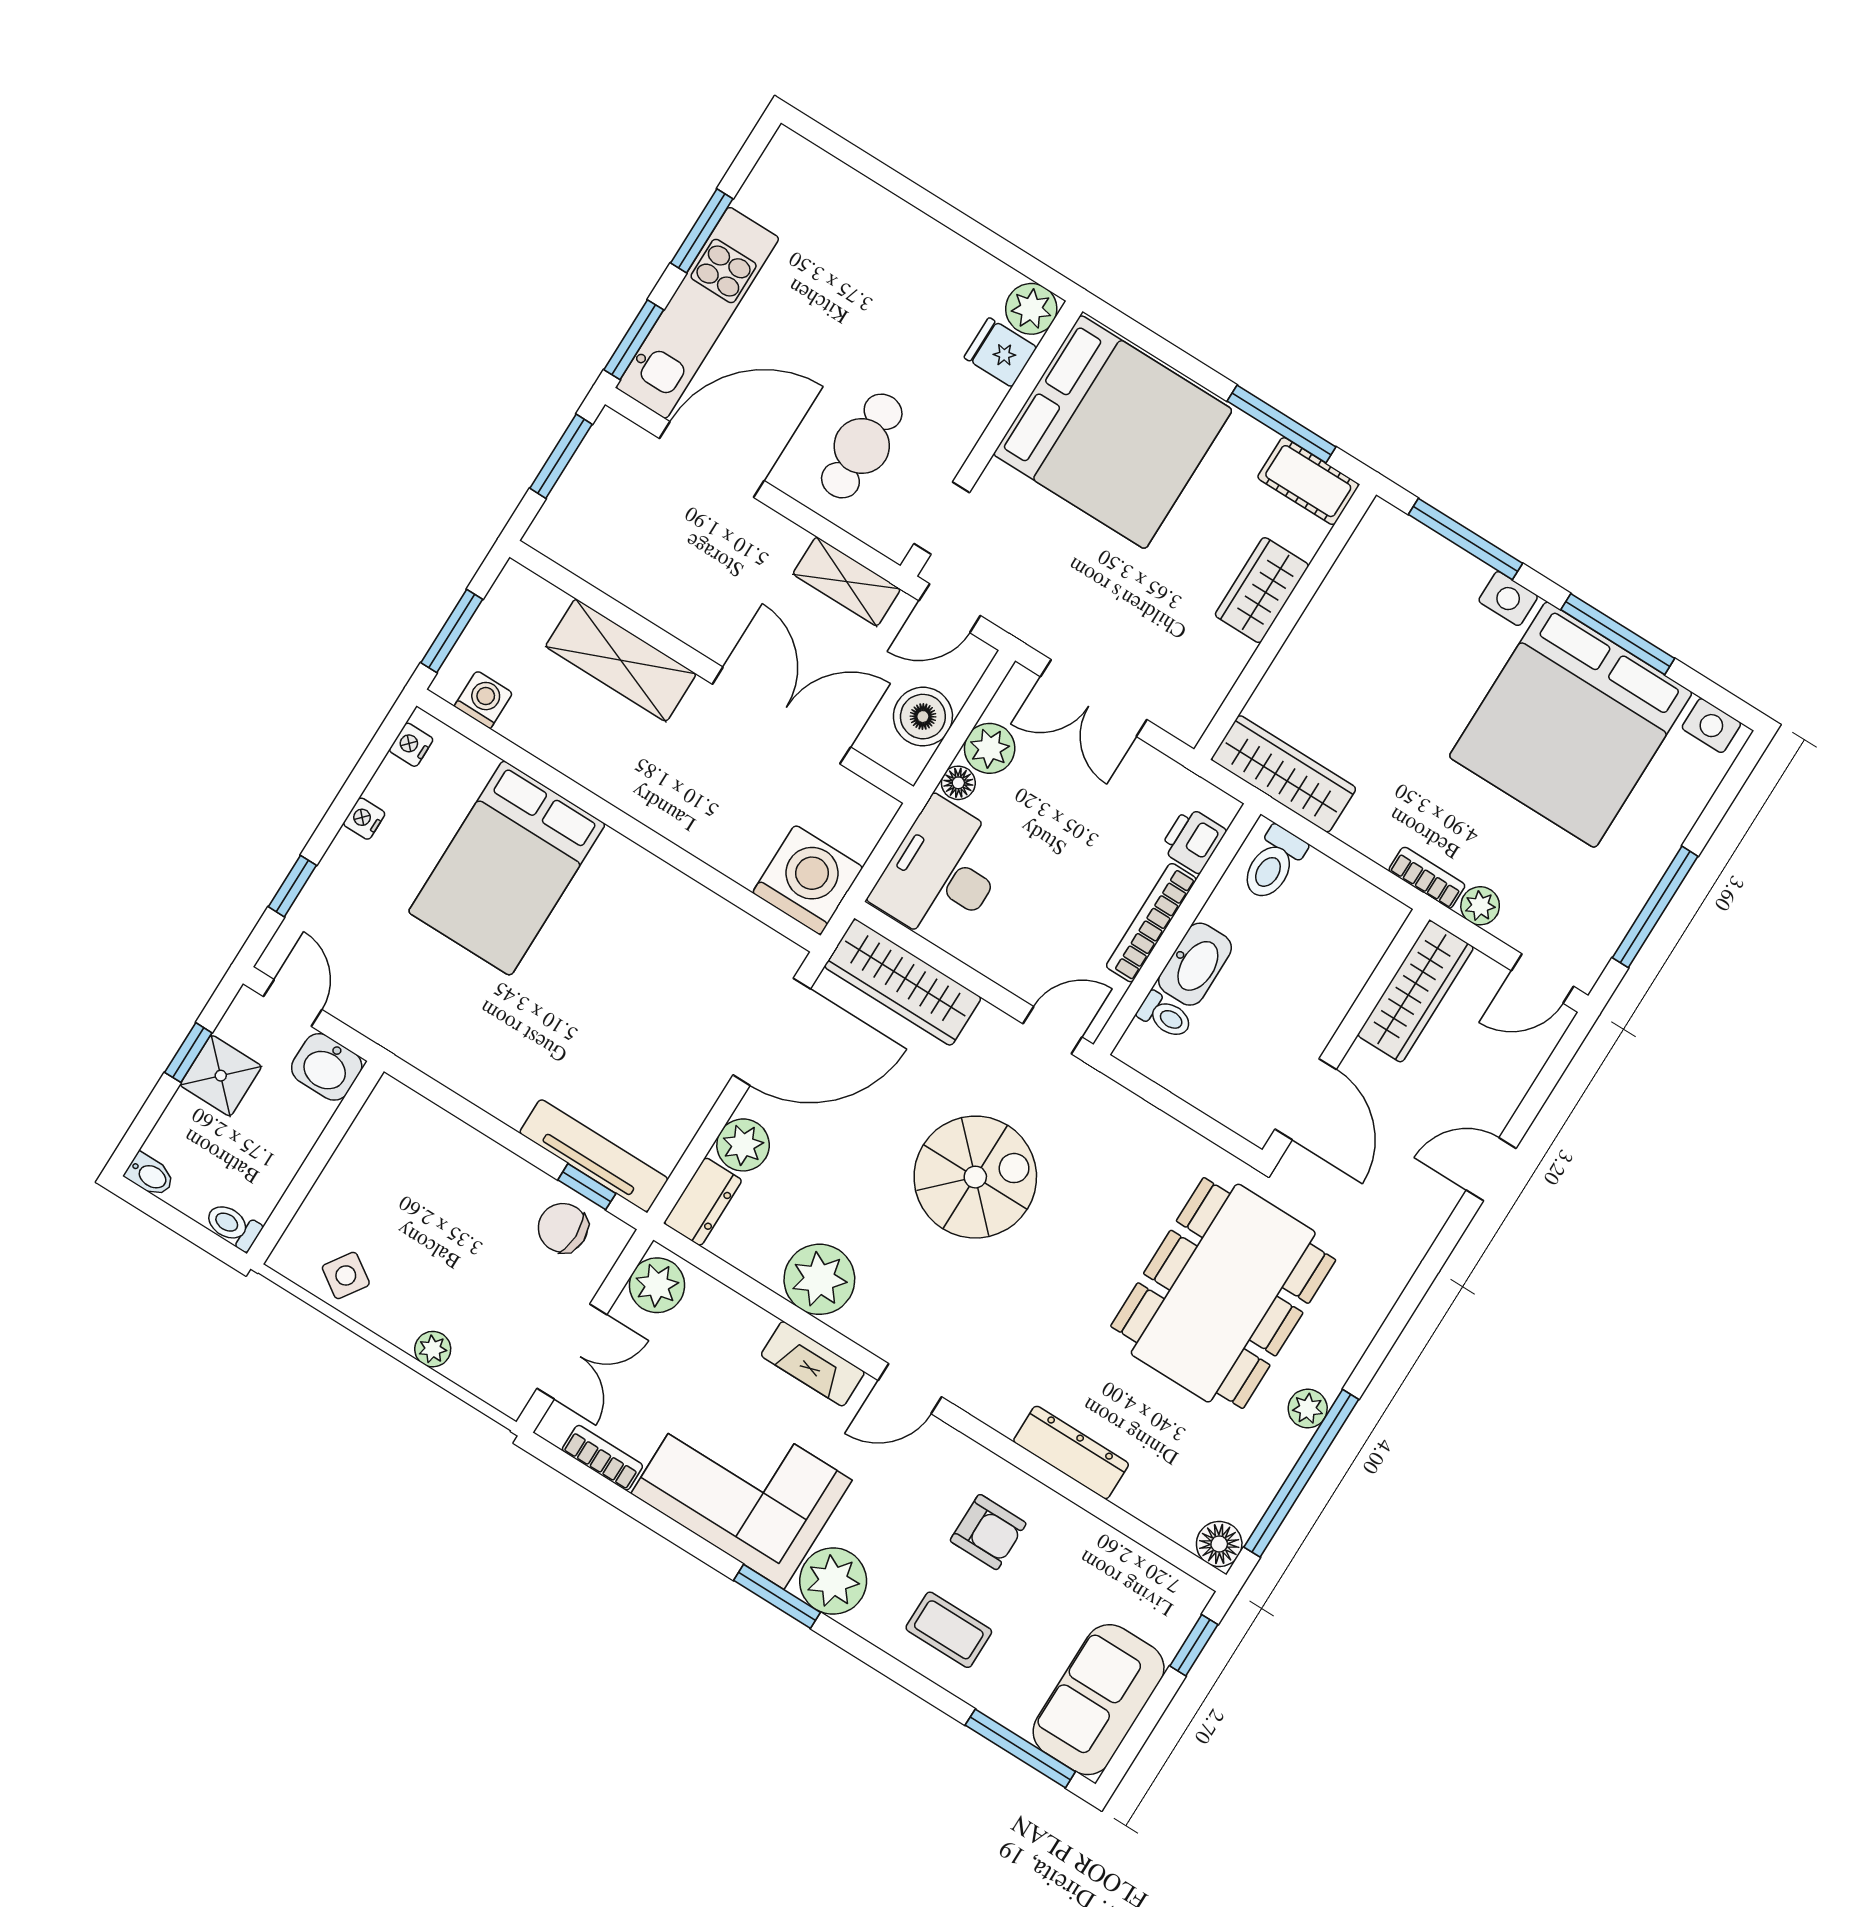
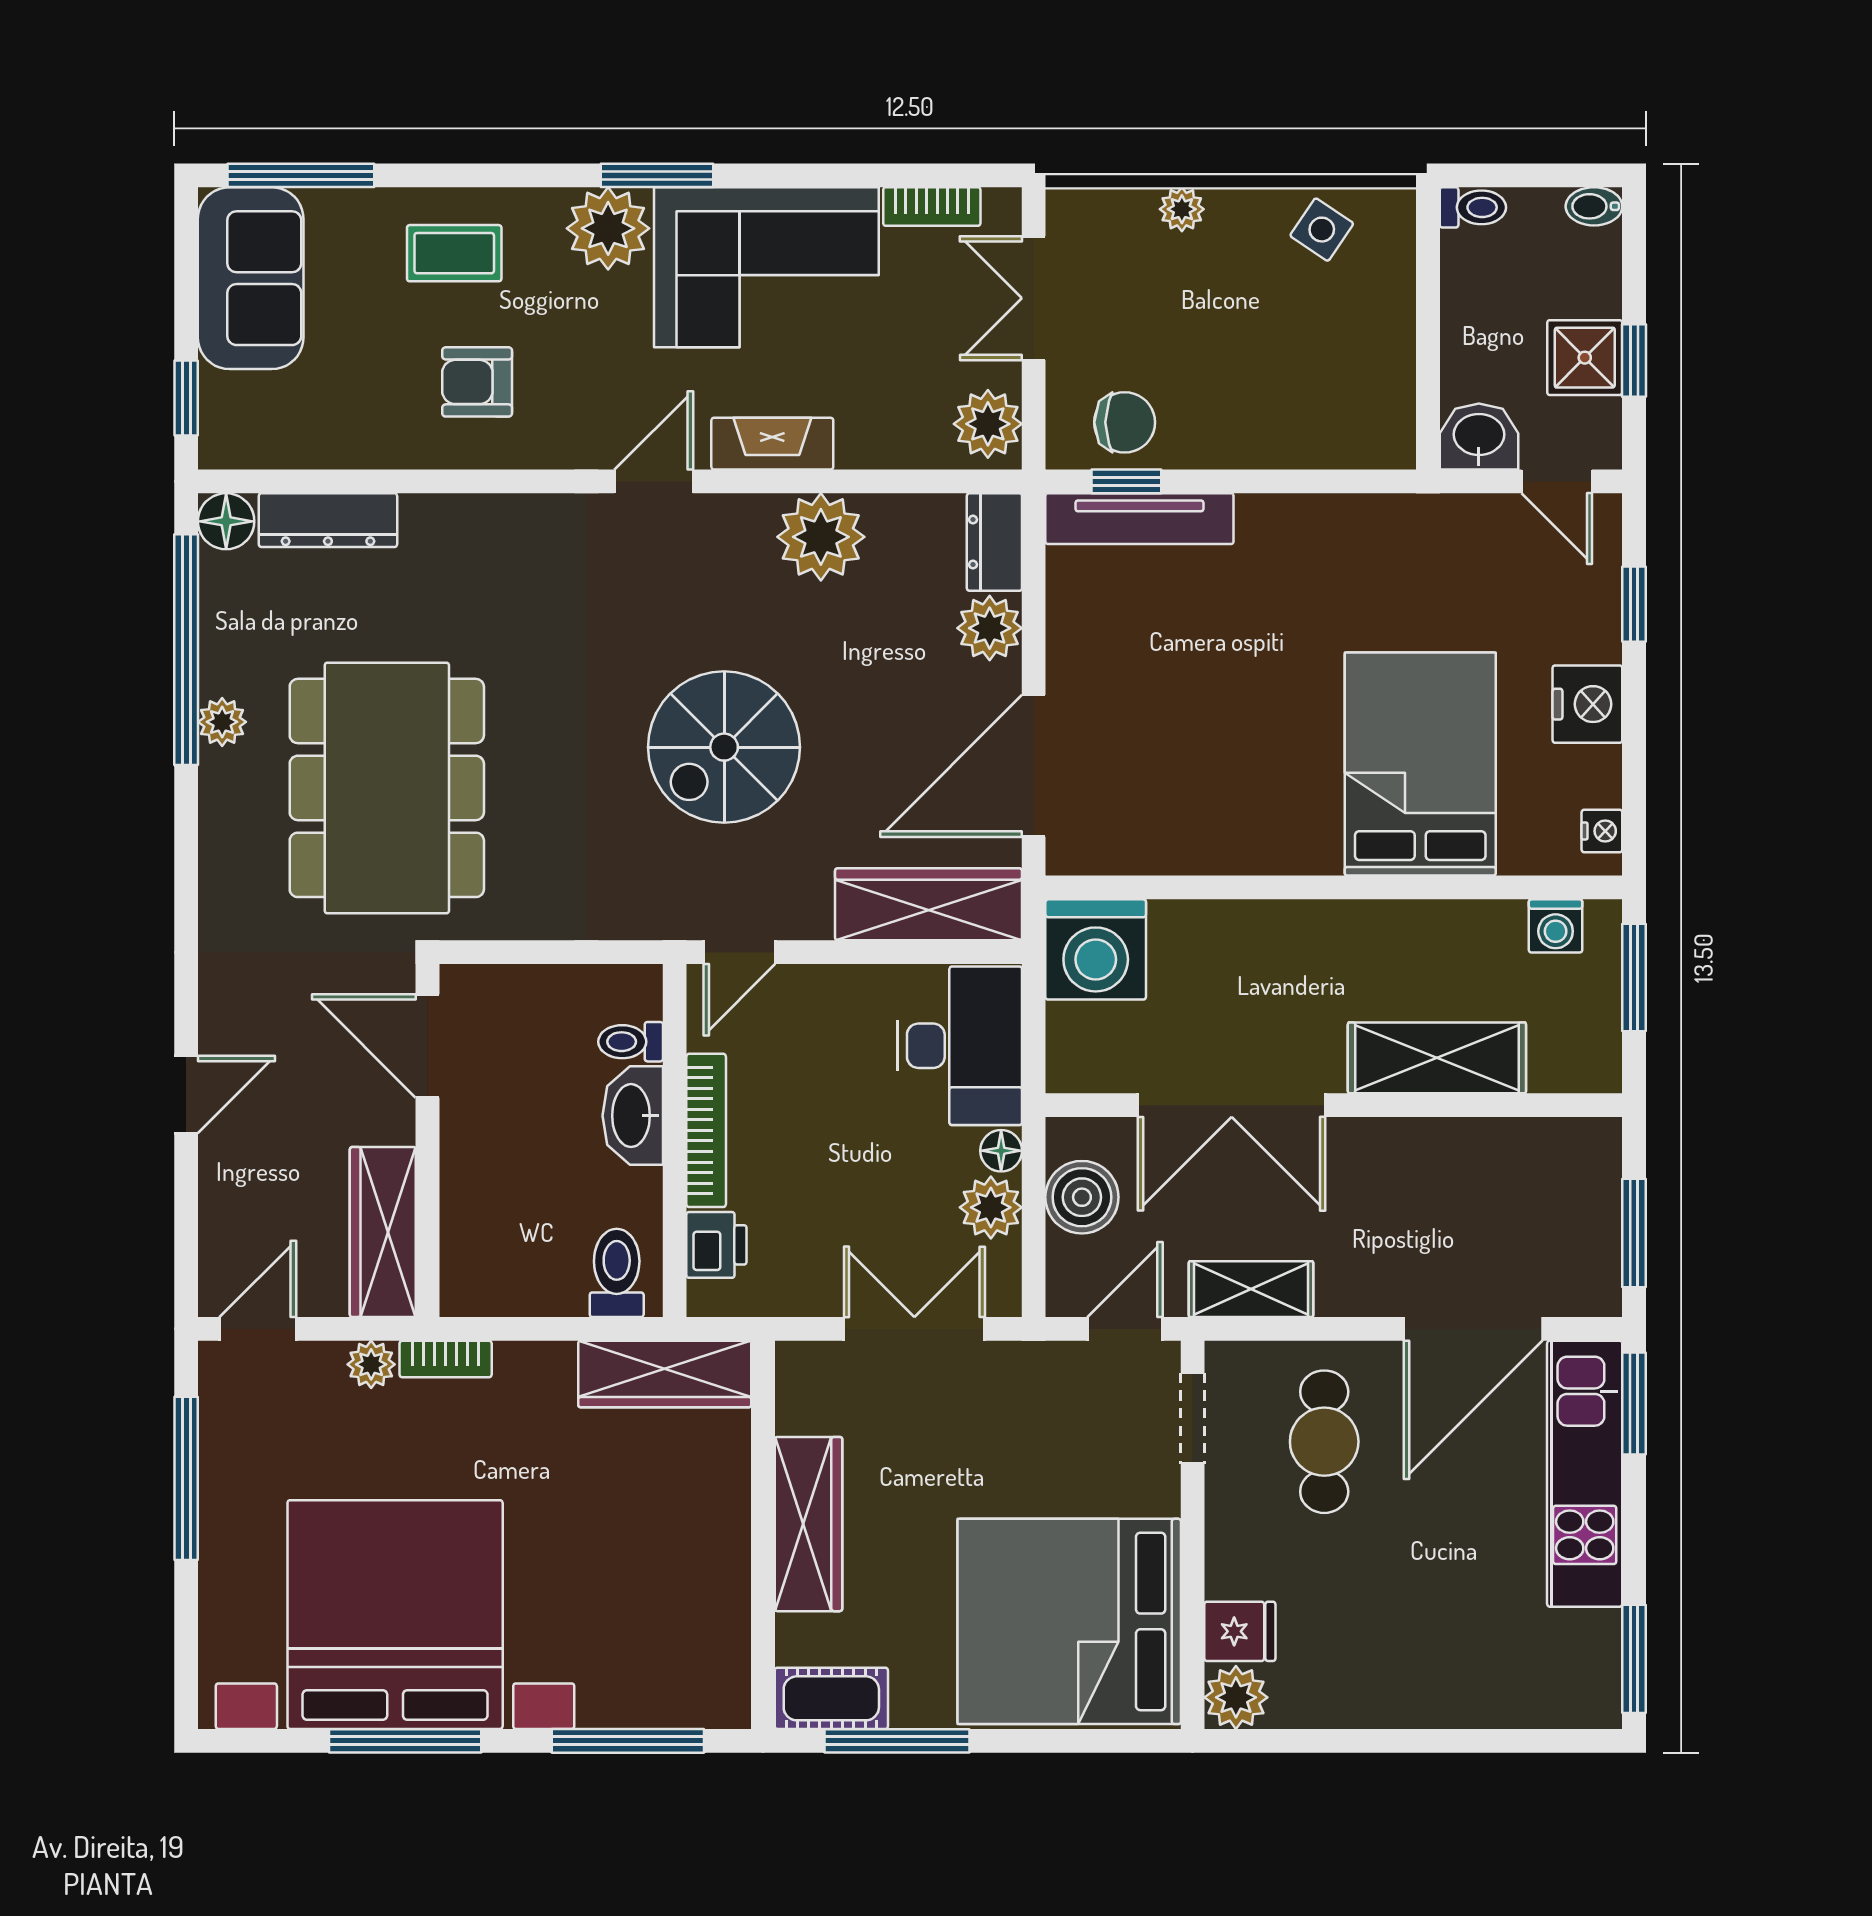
window: (702, 231) -> (1634, 1659), moved
wardrobe: (1262, 590) -> (808, 1524), width x1.50
nightstand: (364, 819) -> (1587, 704), width x1.89, depth x1.79
dresser: (1071, 1452) -> (328, 520), moved

